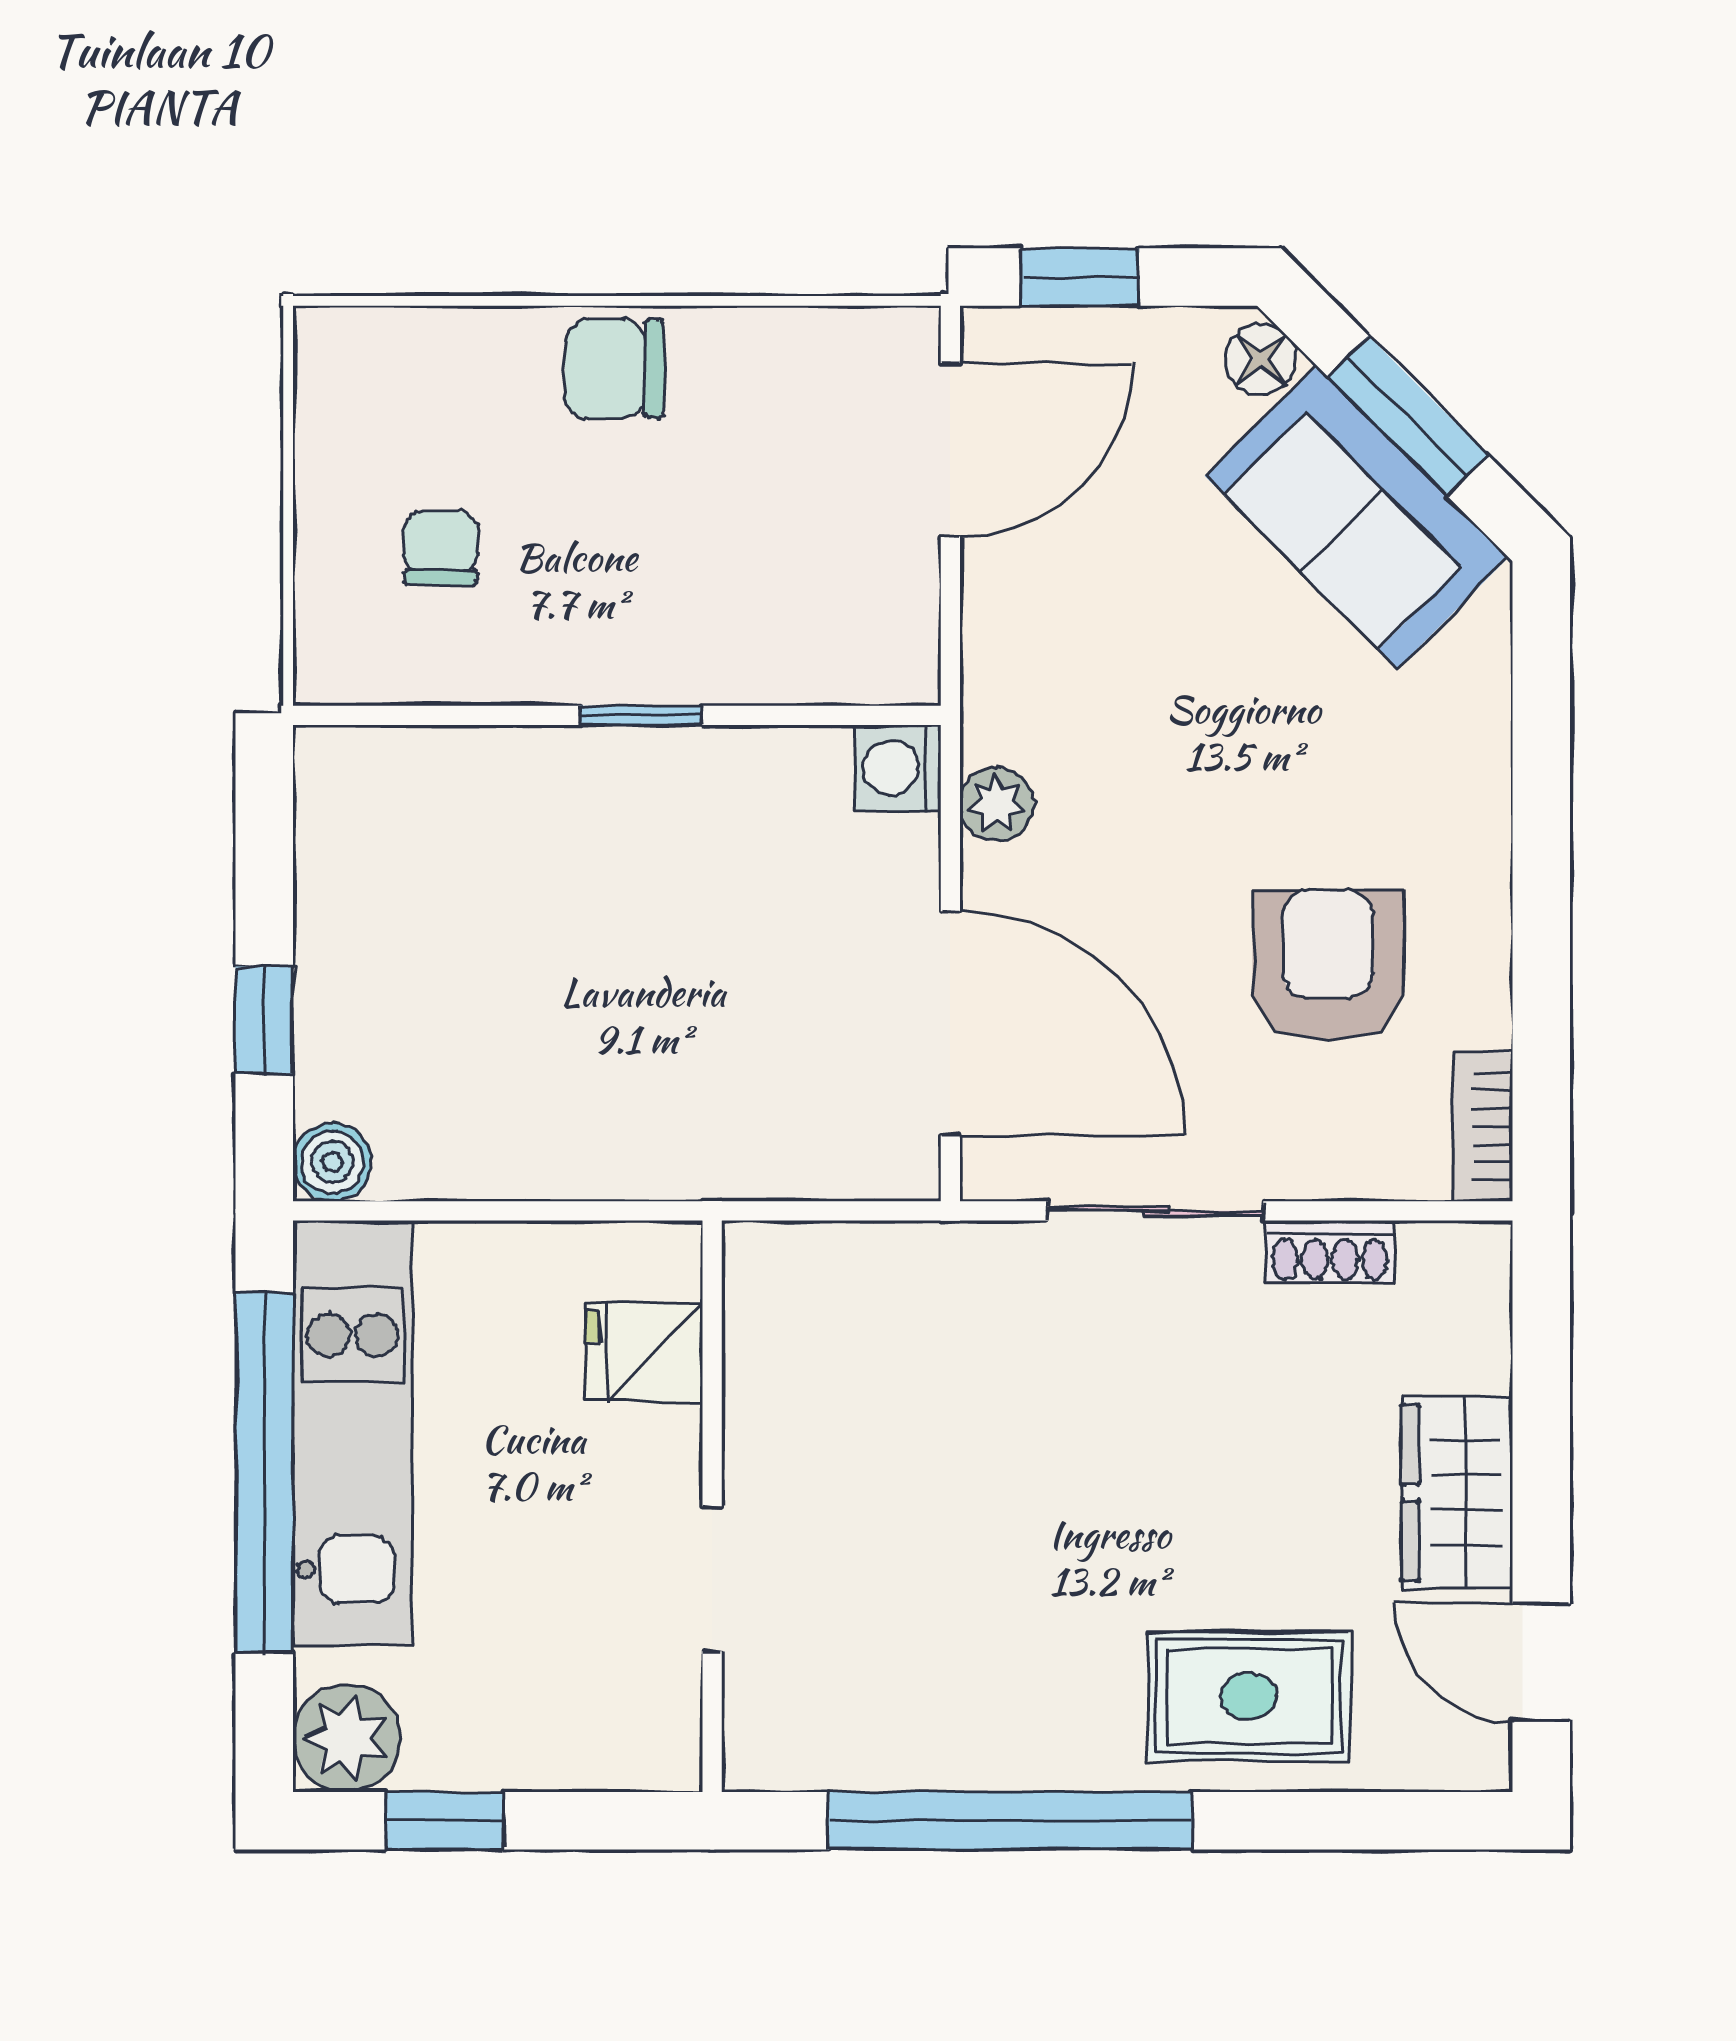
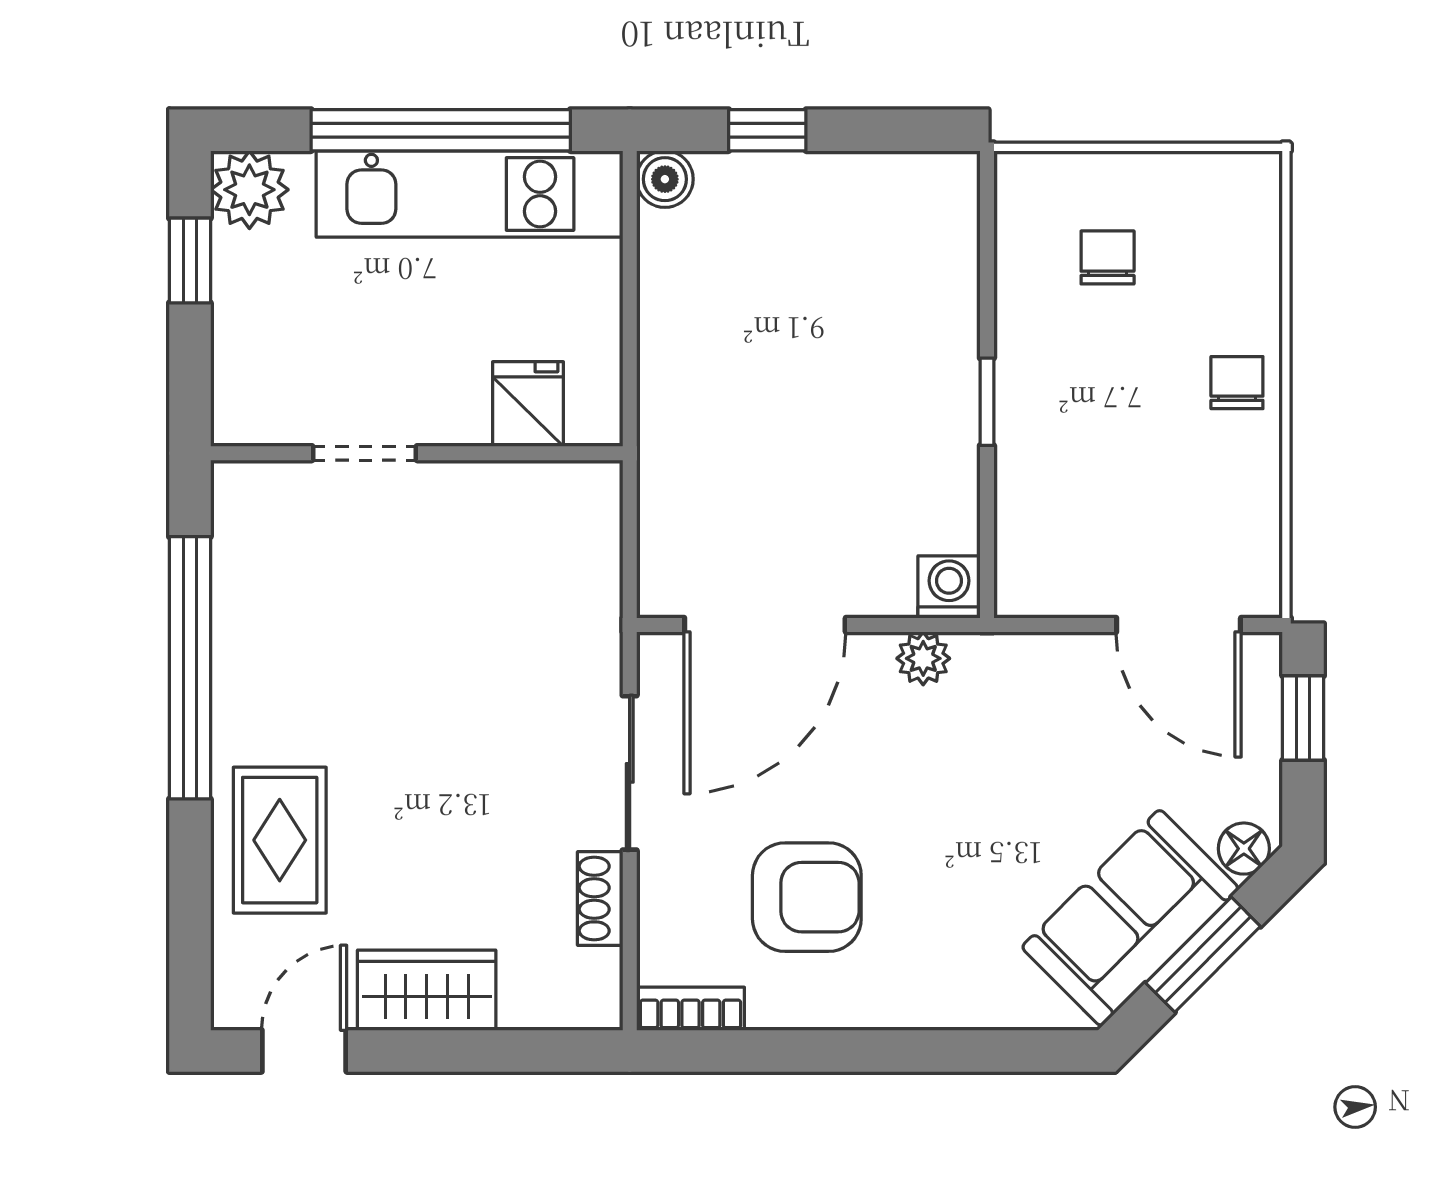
chair: (614, 369) -> (1237, 383), width x0.73, depth x0.73
chair: (441, 548) -> (1108, 257), turned -90

